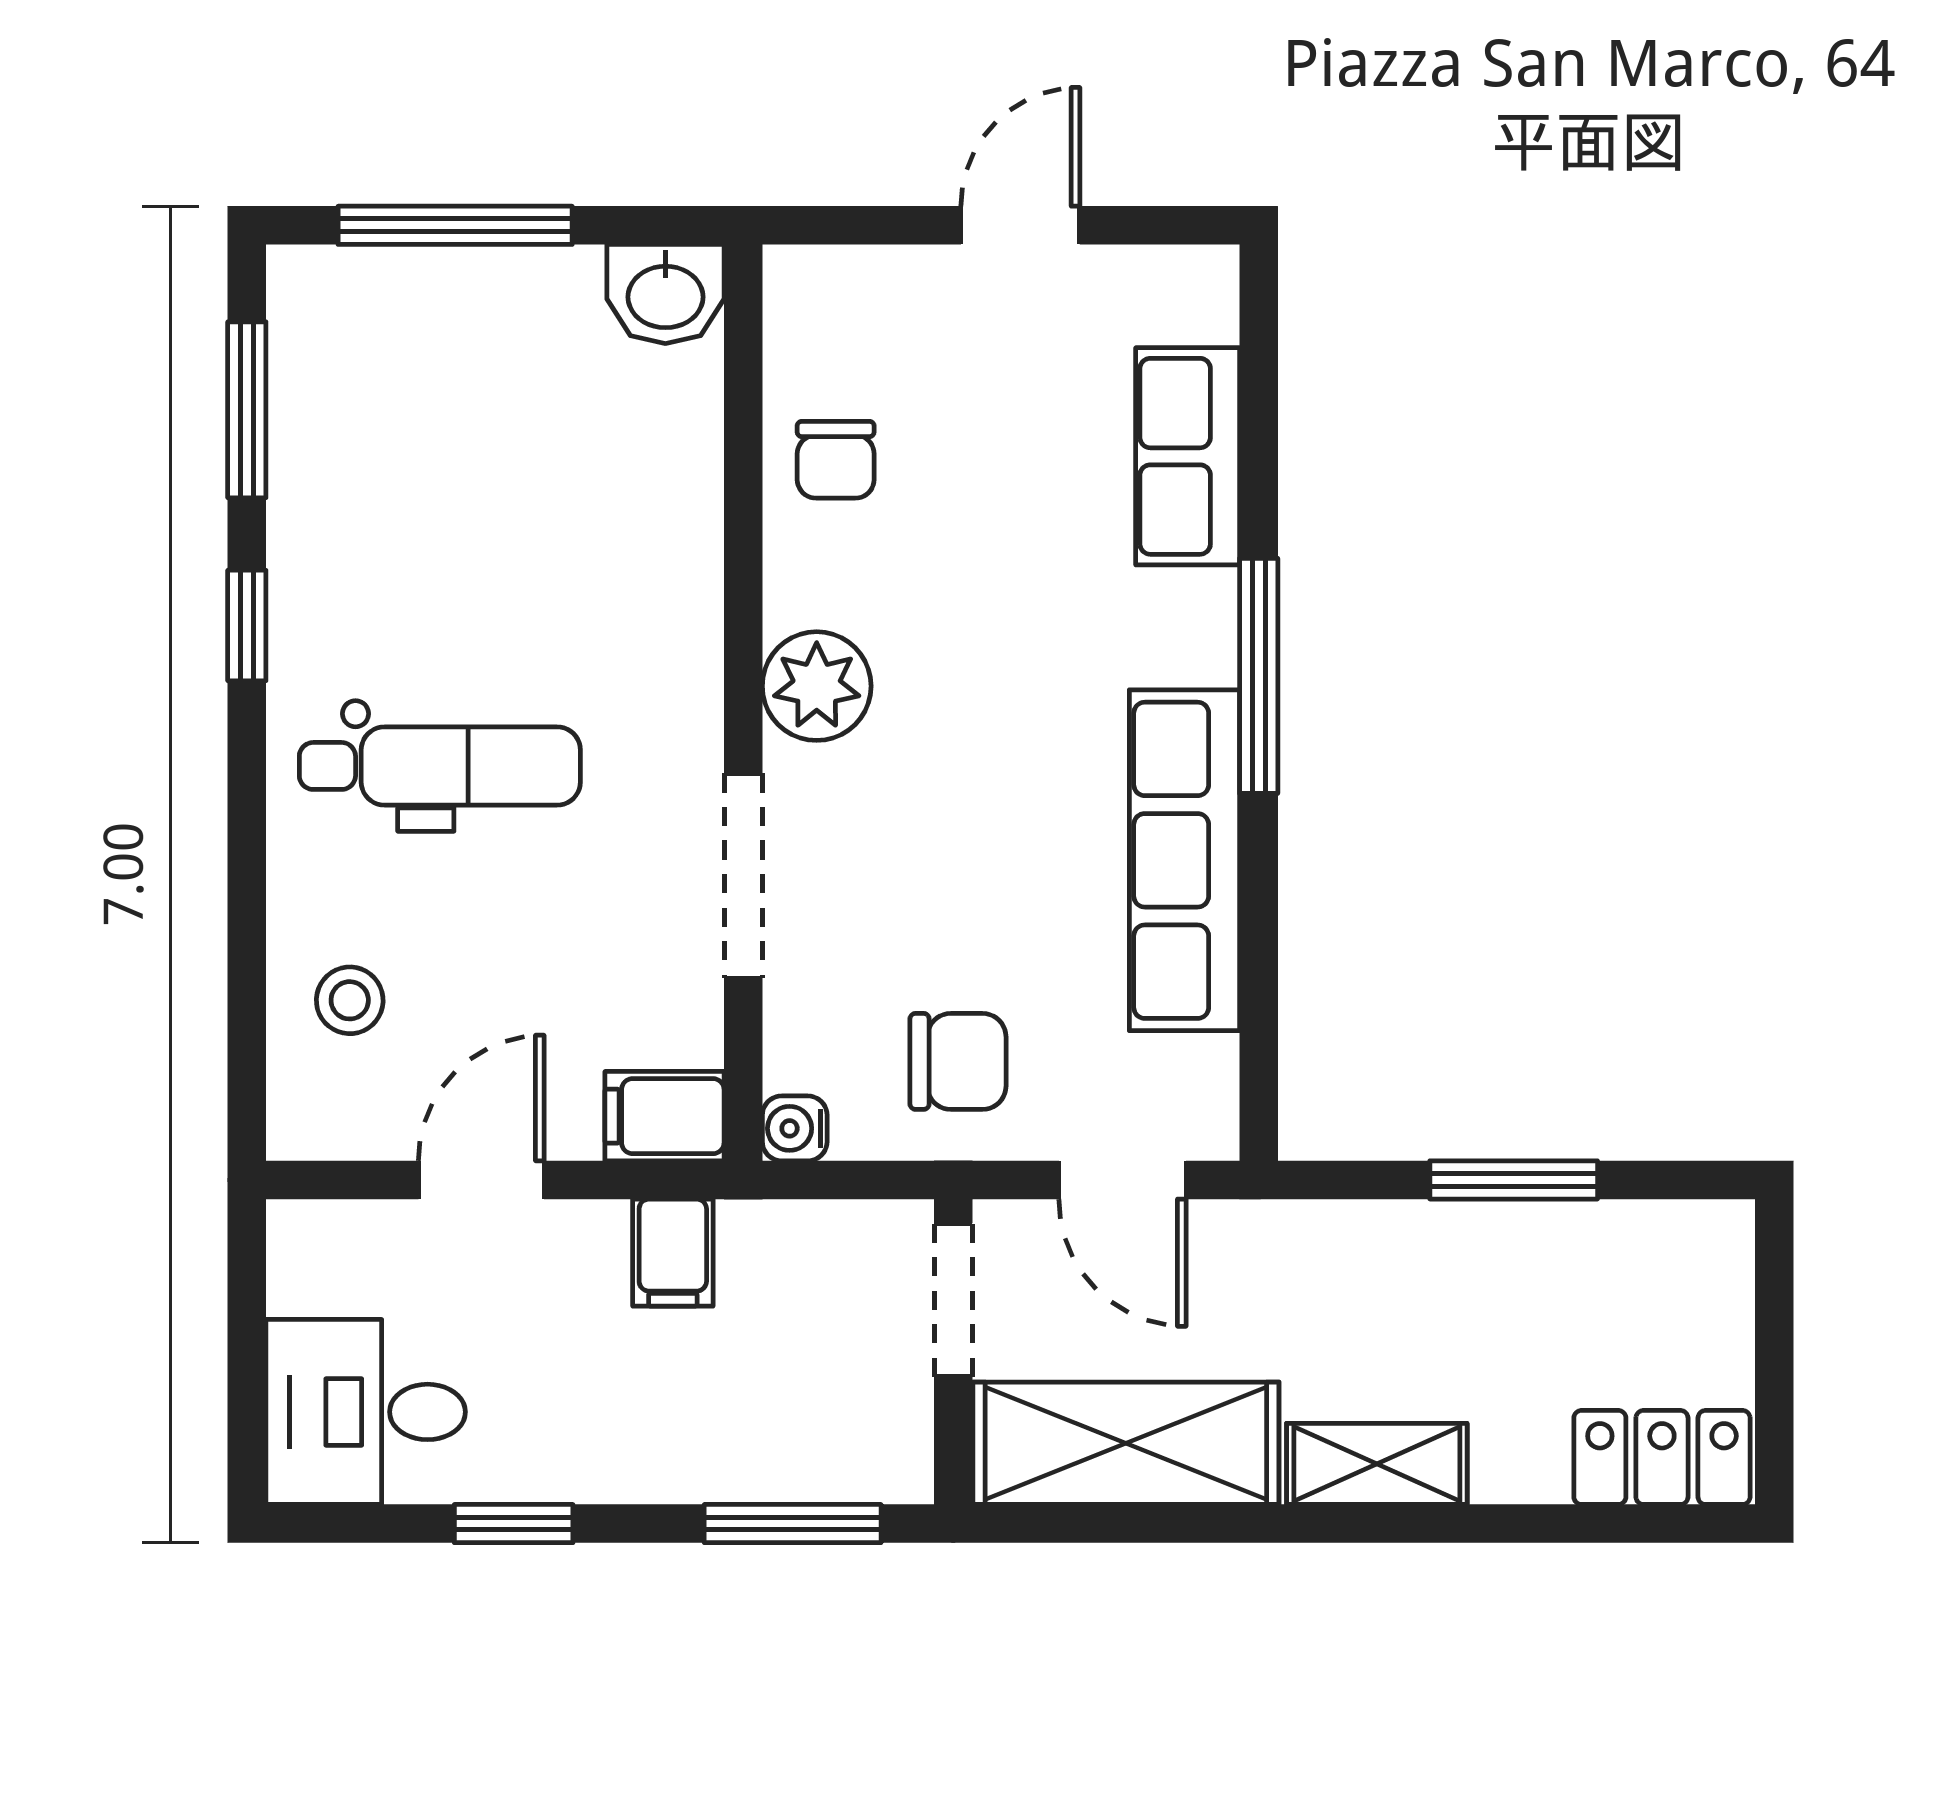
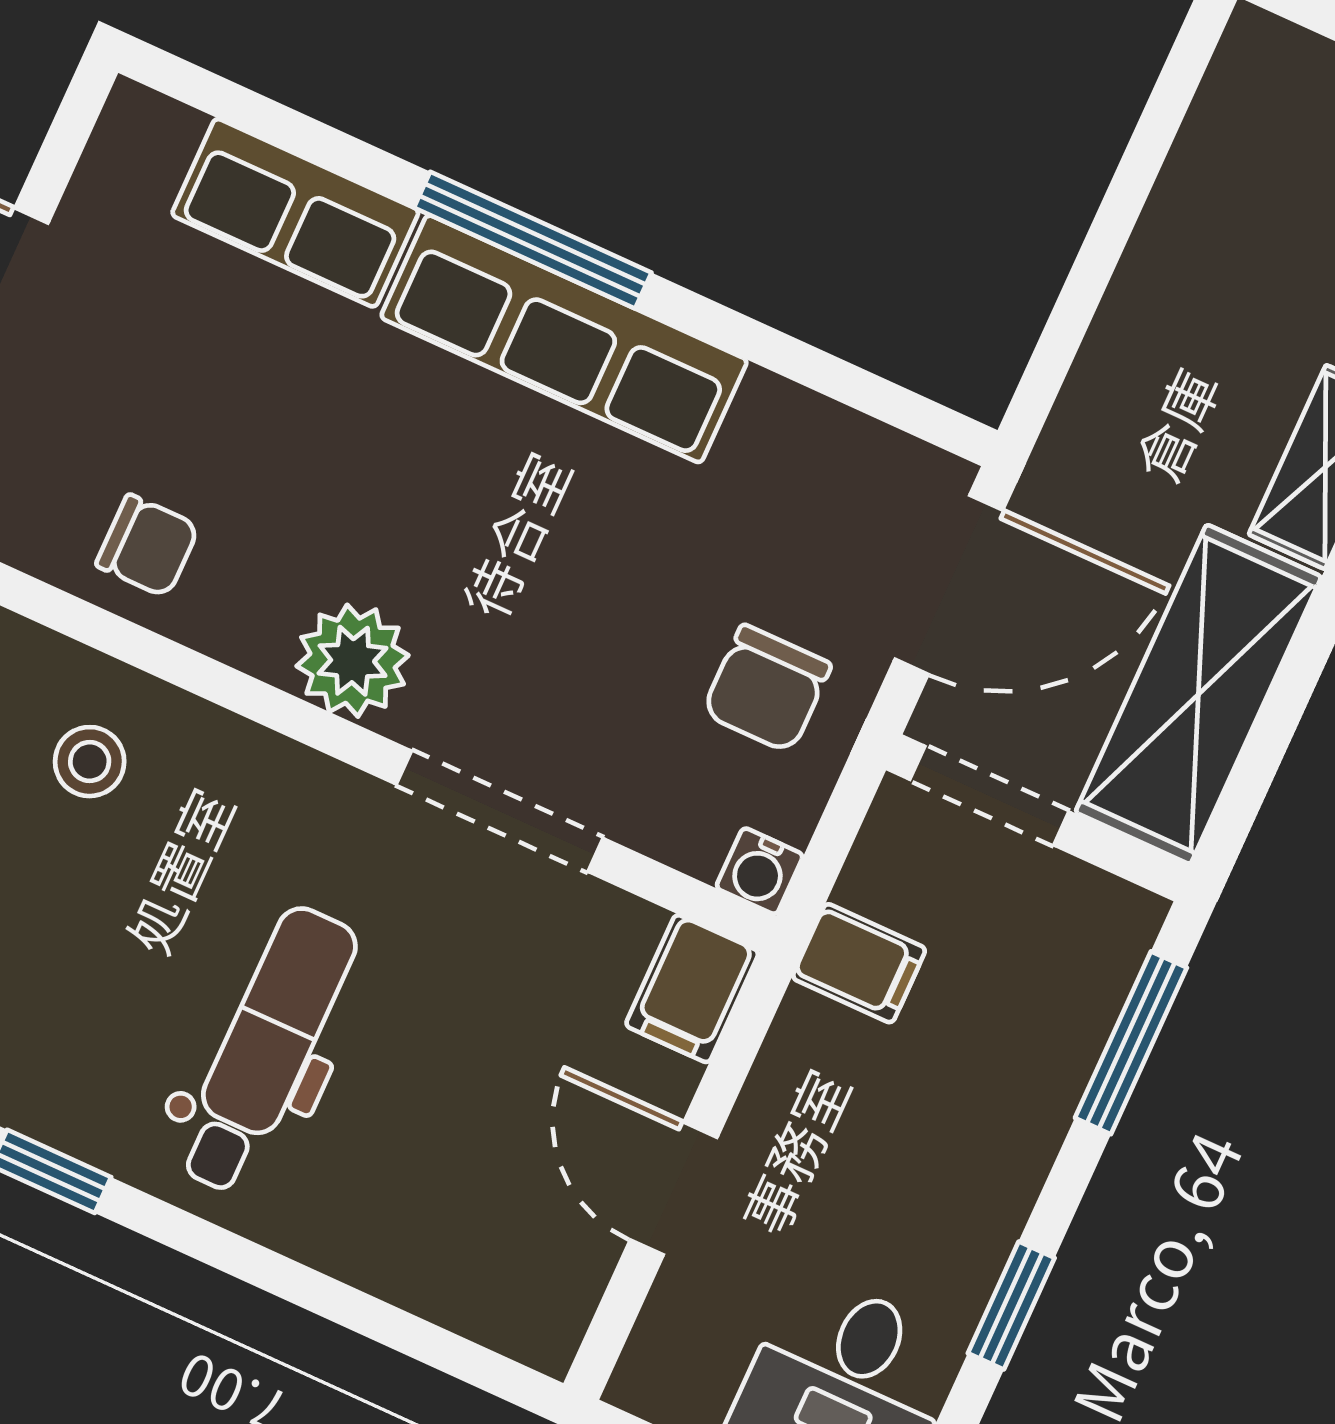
row of seats: (1184, 860) -> (564, 339), moved
stool: (350, 1000) -> (90, 762), moved
chair: (958, 1061) -> (767, 689), turned 180
door: (1122, 1180) -> (949, 585), width x1.38
window: (1514, 1180) -> (1117, 216), removed
filing cabinet: (673, 1253) -> (859, 963), moved

